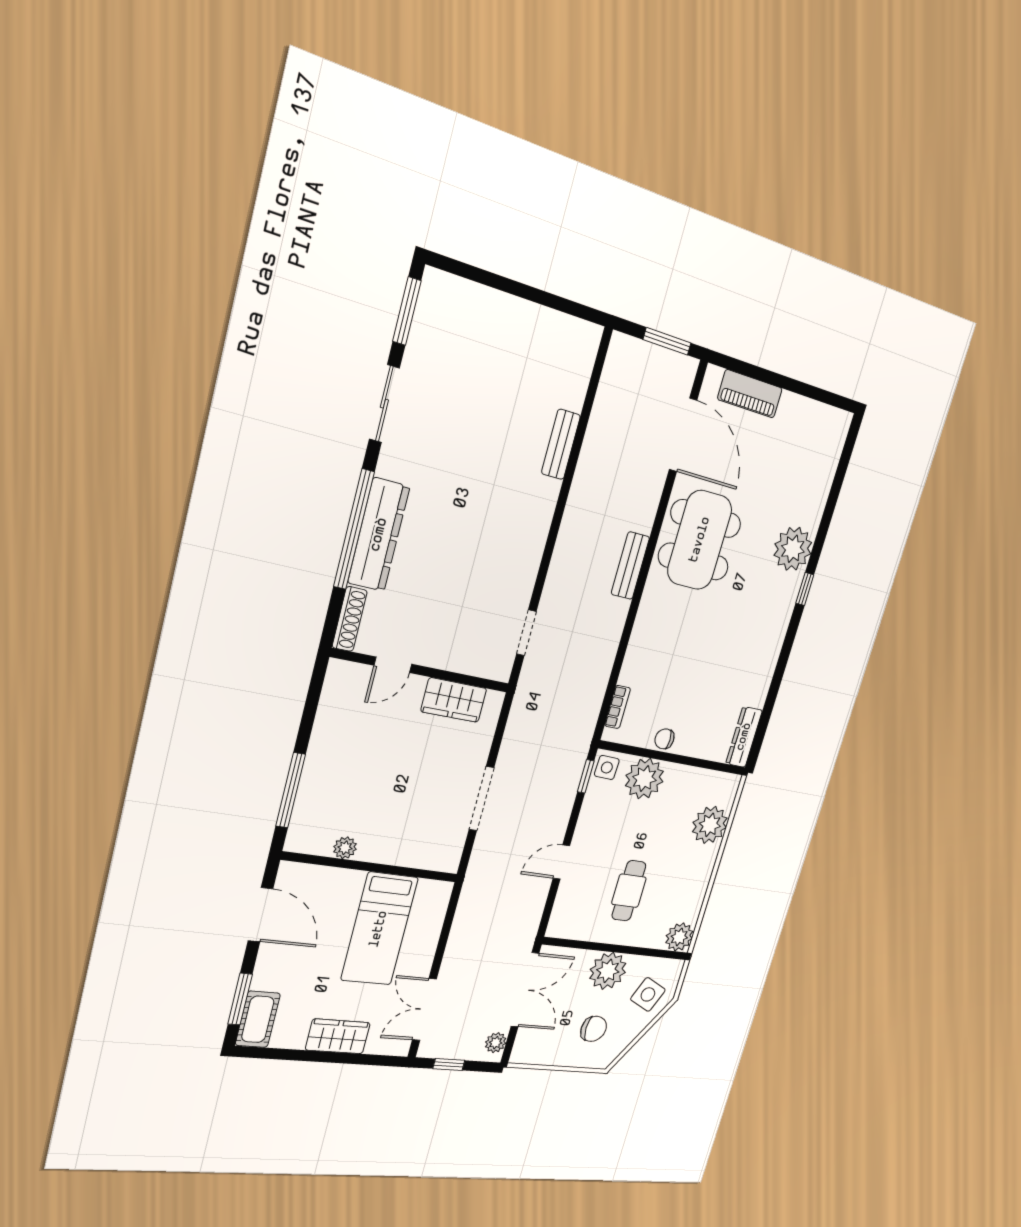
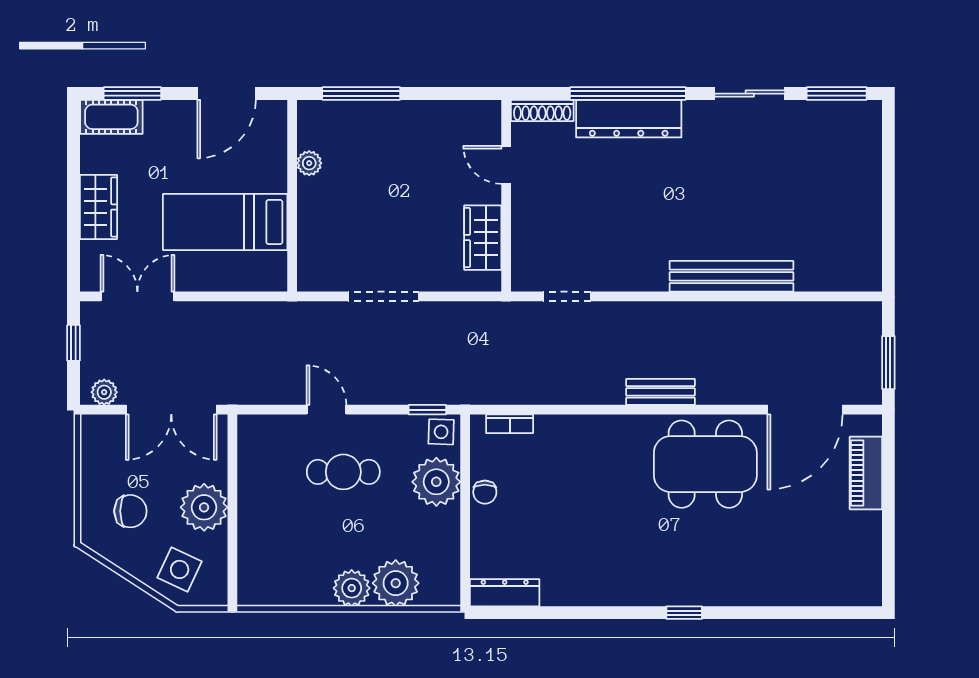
bench: (561, 444) -> (732, 276), width x1.86, depth x1.21
plant: (793, 549) -> (723, 582), removed
chair: (664, 739) -> (485, 492), turned 180
cafe table: (629, 891) -> (343, 472), moved
plant: (679, 937) -> (352, 588), moved
chair: (594, 1029) -> (130, 511), turned -90

